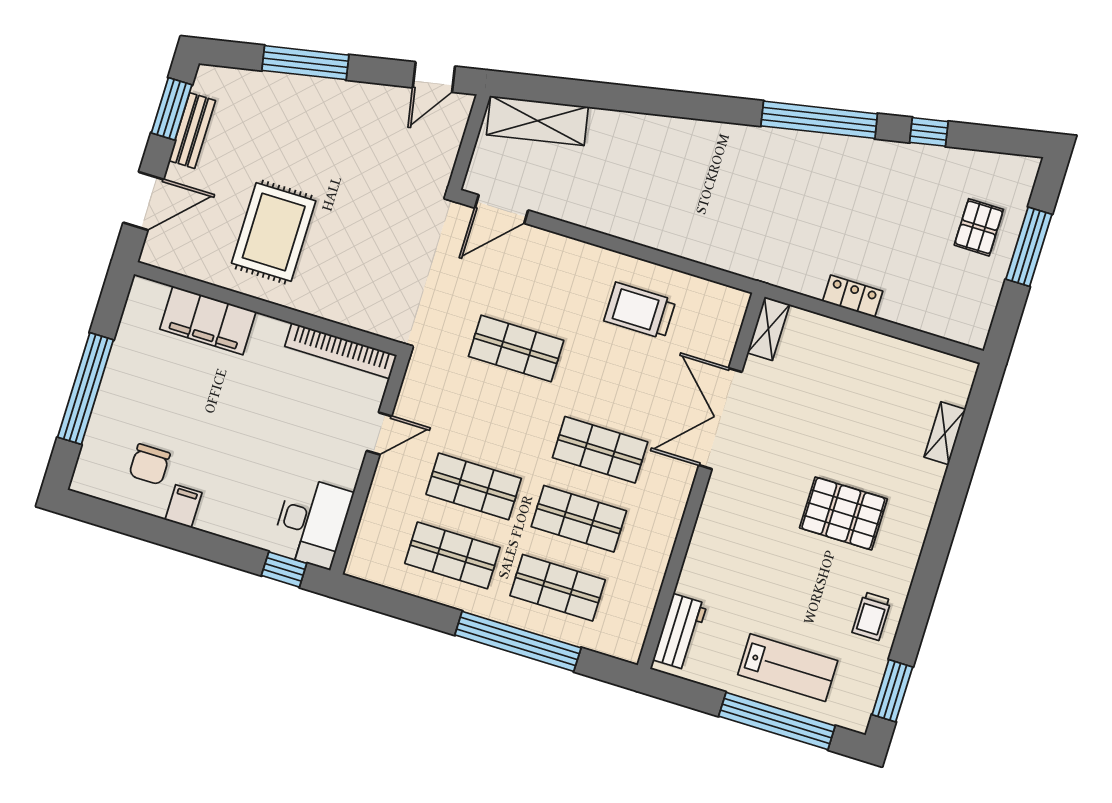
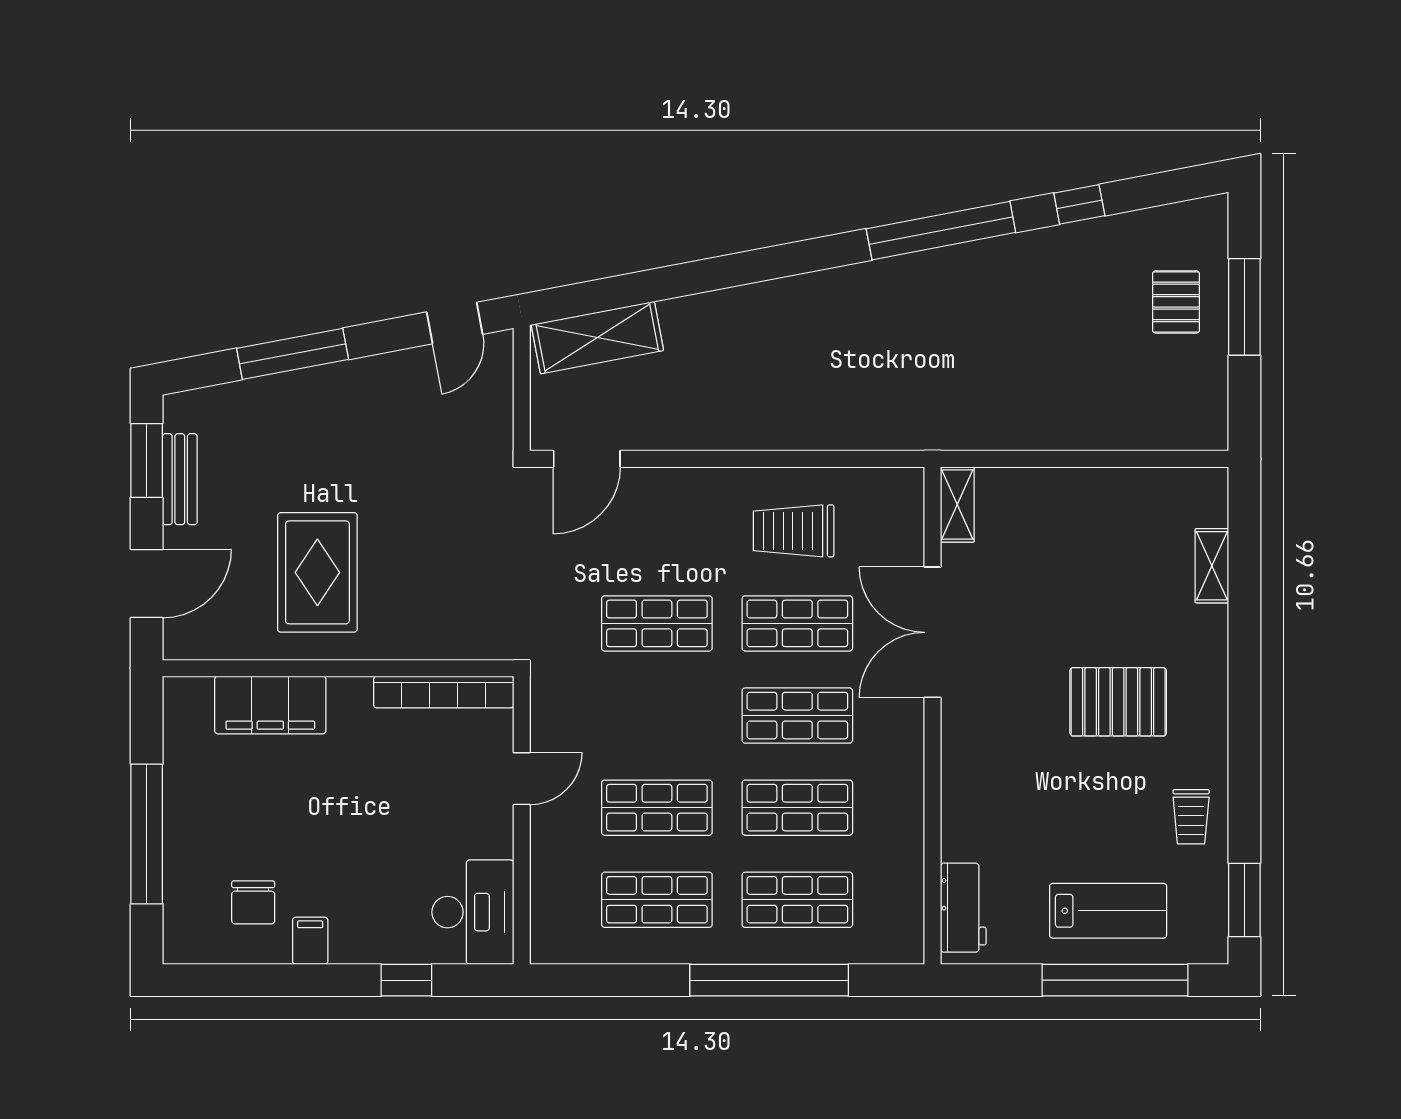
locker: (853, 296) -> (1048, 433), removed
shop shelf: (621, 381) -> (797, 623), added
window: (284, 569) -> (406, 980), moved

